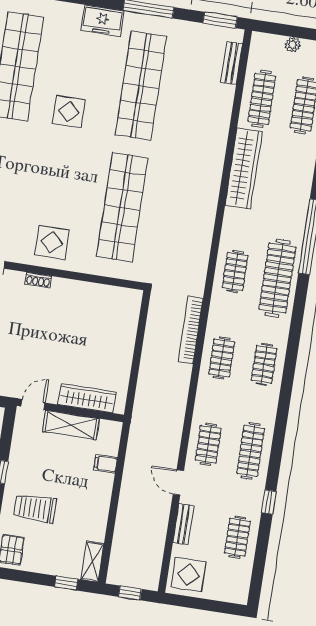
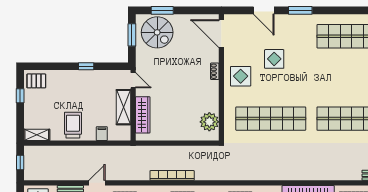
display table: (69, 112) -> (274, 59), moved
plant: (113, 300) -> (209, 122), added
bookcase: (191, 330) -> (172, 175), moved
trolley: (35, 508) -> (73, 125), moved
window: (66, 583) -> (20, 96), moved

